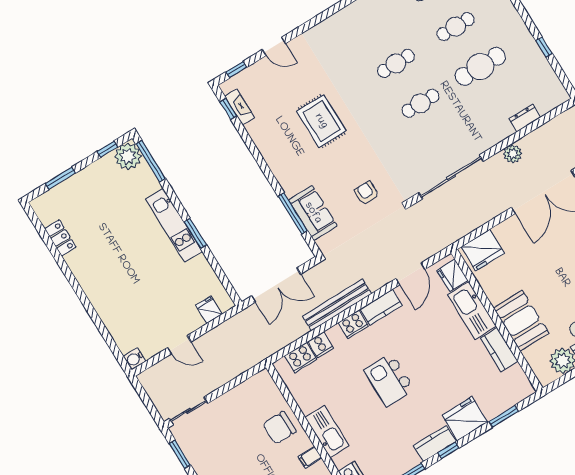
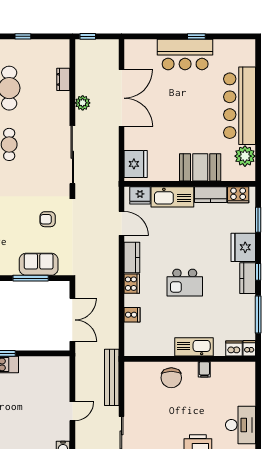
bench: (337, 305) -> (112, 377), moved
fridge: (209, 310) -> (61, 376), removed
cooker: (301, 358) -> (238, 195), moved, turned 90

